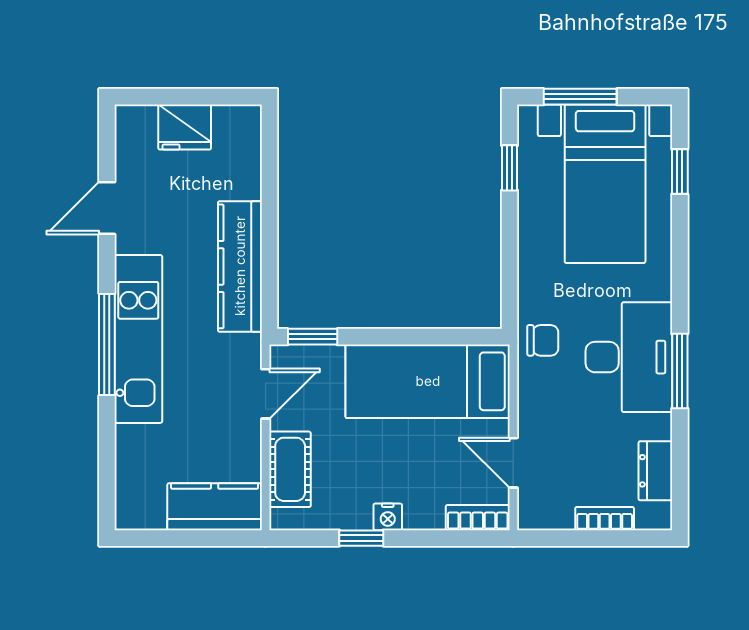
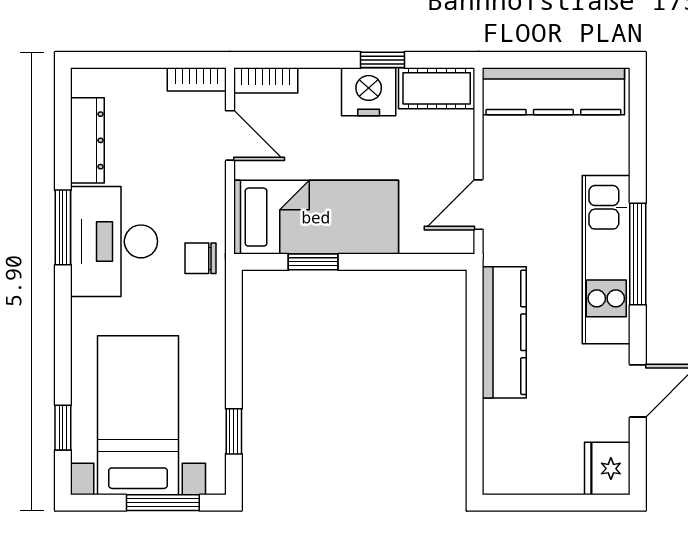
fridge: (185, 127) -> (607, 469), moved, turned -90
window: (313, 337) -> (313, 262), moved
cot: (290, 469) -> (437, 88), moved, turned 90
dresser: (655, 471) -> (87, 140), width x1.44
kitchen counter: (215, 507) -> (553, 91), width x1.50
nightstand: (388, 517) -> (369, 92), width x1.89, depth x1.79
bookcase: (605, 519) -> (197, 79), moved

